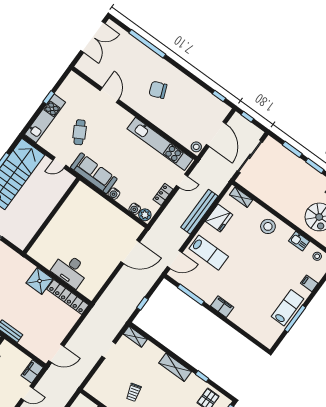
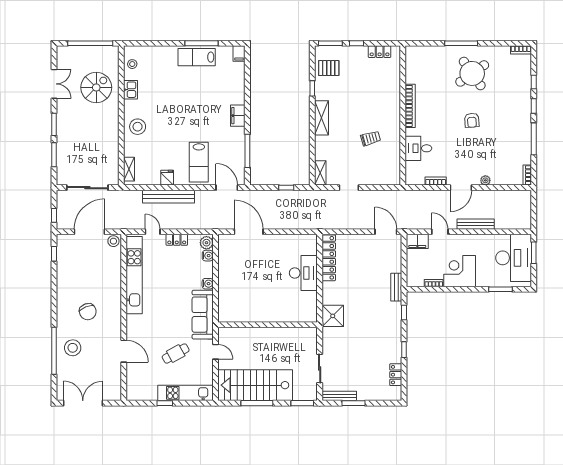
stool: (139, 59) -> (73, 348), added
door: (109, 95) -> (124, 351), swing flipped
fridge: (219, 218) -> (167, 178), width x0.53, depth x0.75
lab bench: (209, 253) -> (199, 162), turned 180
shower: (40, 281) -> (333, 316), moved
filing cabinet: (309, 283) -> (239, 54), moved

